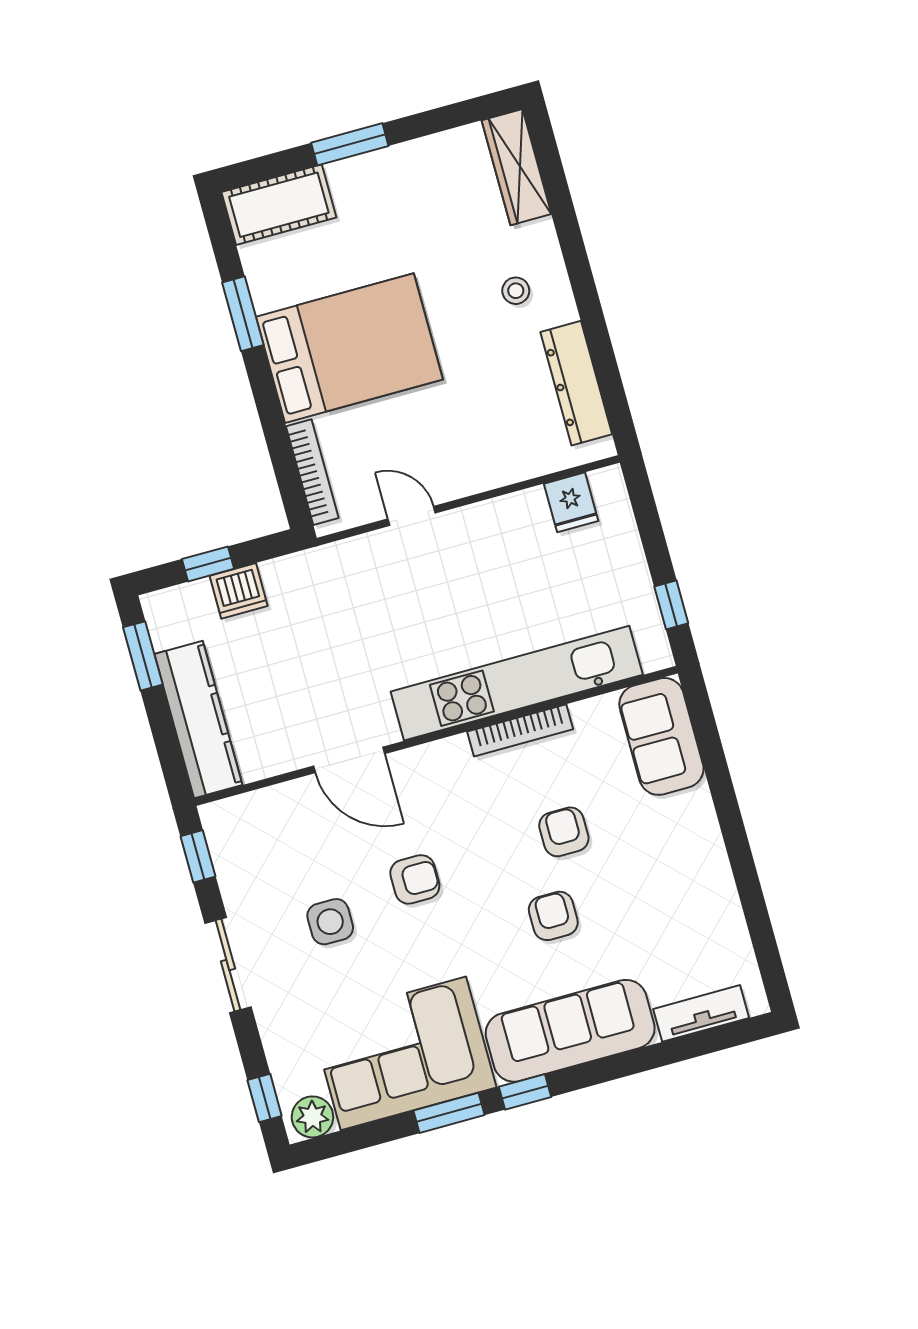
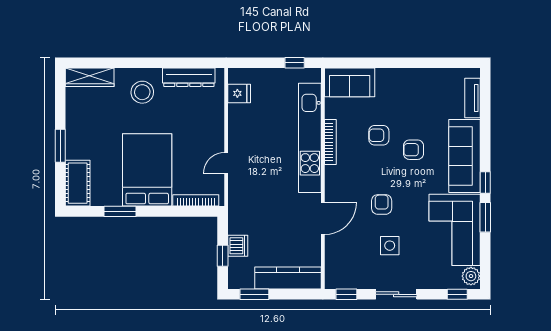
stool: (516, 291) -> (142, 92), width x1.89, depth x1.89

